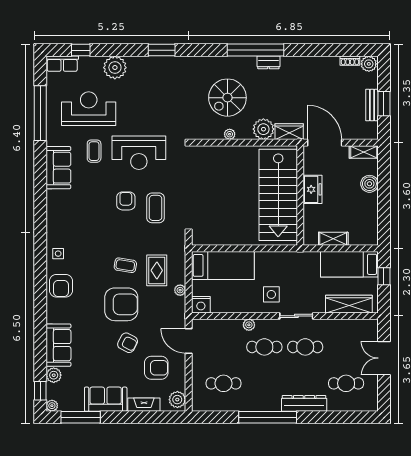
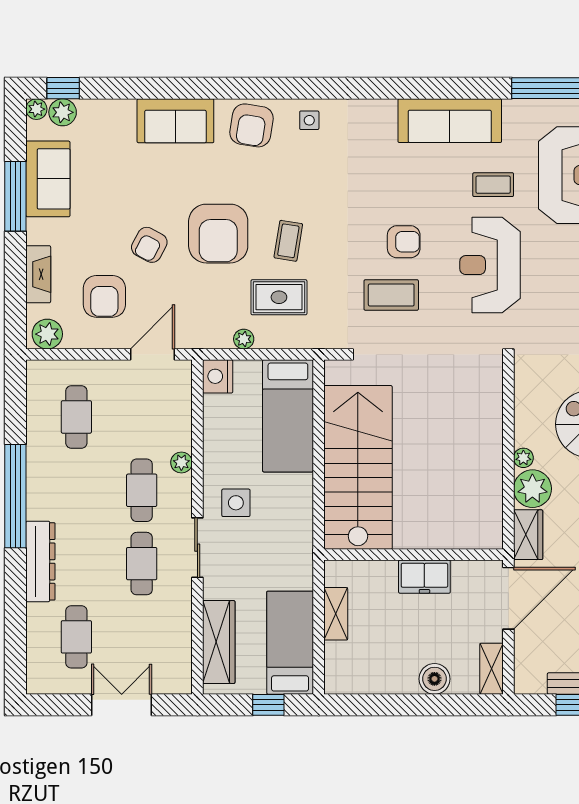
plant: (230, 134) -> (523, 458), moved
sofa: (58, 168) -> (450, 121), width x1.36
stairs: (278, 195) -> (358, 467), moved, turned 90
armchair: (61, 286) -> (251, 125), turned -81
sofa: (58, 345) -> (175, 121), moved
plant: (54, 375) -> (63, 112), moved
sofa: (106, 399) -> (48, 179), moved
window: (81, 417) -> (15, 196), moved

